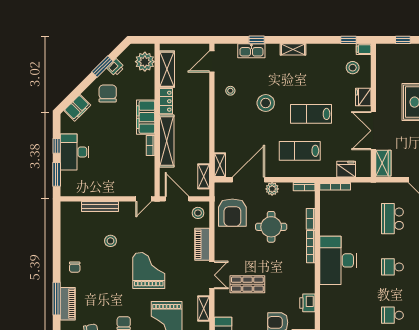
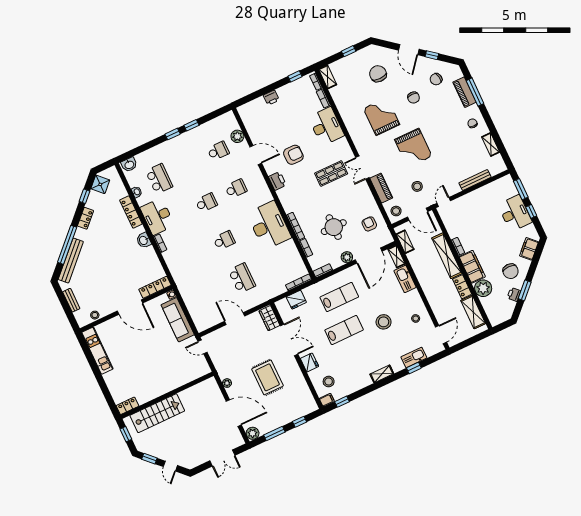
plant: (145, 62) -> (483, 288), moved
kitchen sink: (222, 137) -> (405, 279), added
armchair: (232, 213) -> (369, 224), width x0.53, depth x0.53
stool: (110, 241) -> (417, 186), moved
shelving: (204, 309) -> (491, 144), moved
school desk: (355, 315) -> (236, 189), added

